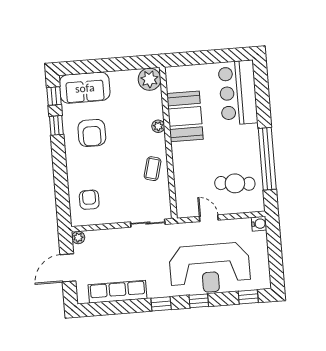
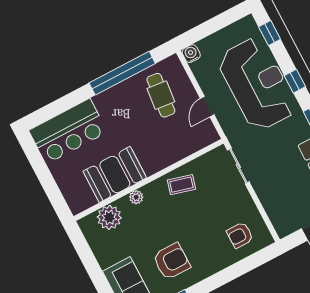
plant: (150, 79) -> (109, 217), moved
plant: (78, 237) -> (283, 230), removed

